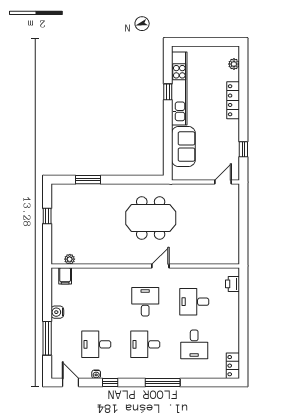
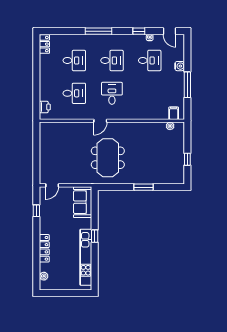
window: (168, 92) -> (95, 236), moved
sofa: (183, 147) -> (83, 202), moved
window: (88, 180) -> (143, 187), moved
meeting table: (151, 218) -> (108, 158), turned 90
desk: (145, 302) -> (112, 93), turned 180
water cooler: (57, 312) -> (180, 66), moved
window: (47, 338) -> (187, 85), moved
desk: (194, 344) -> (74, 60), turned 90

